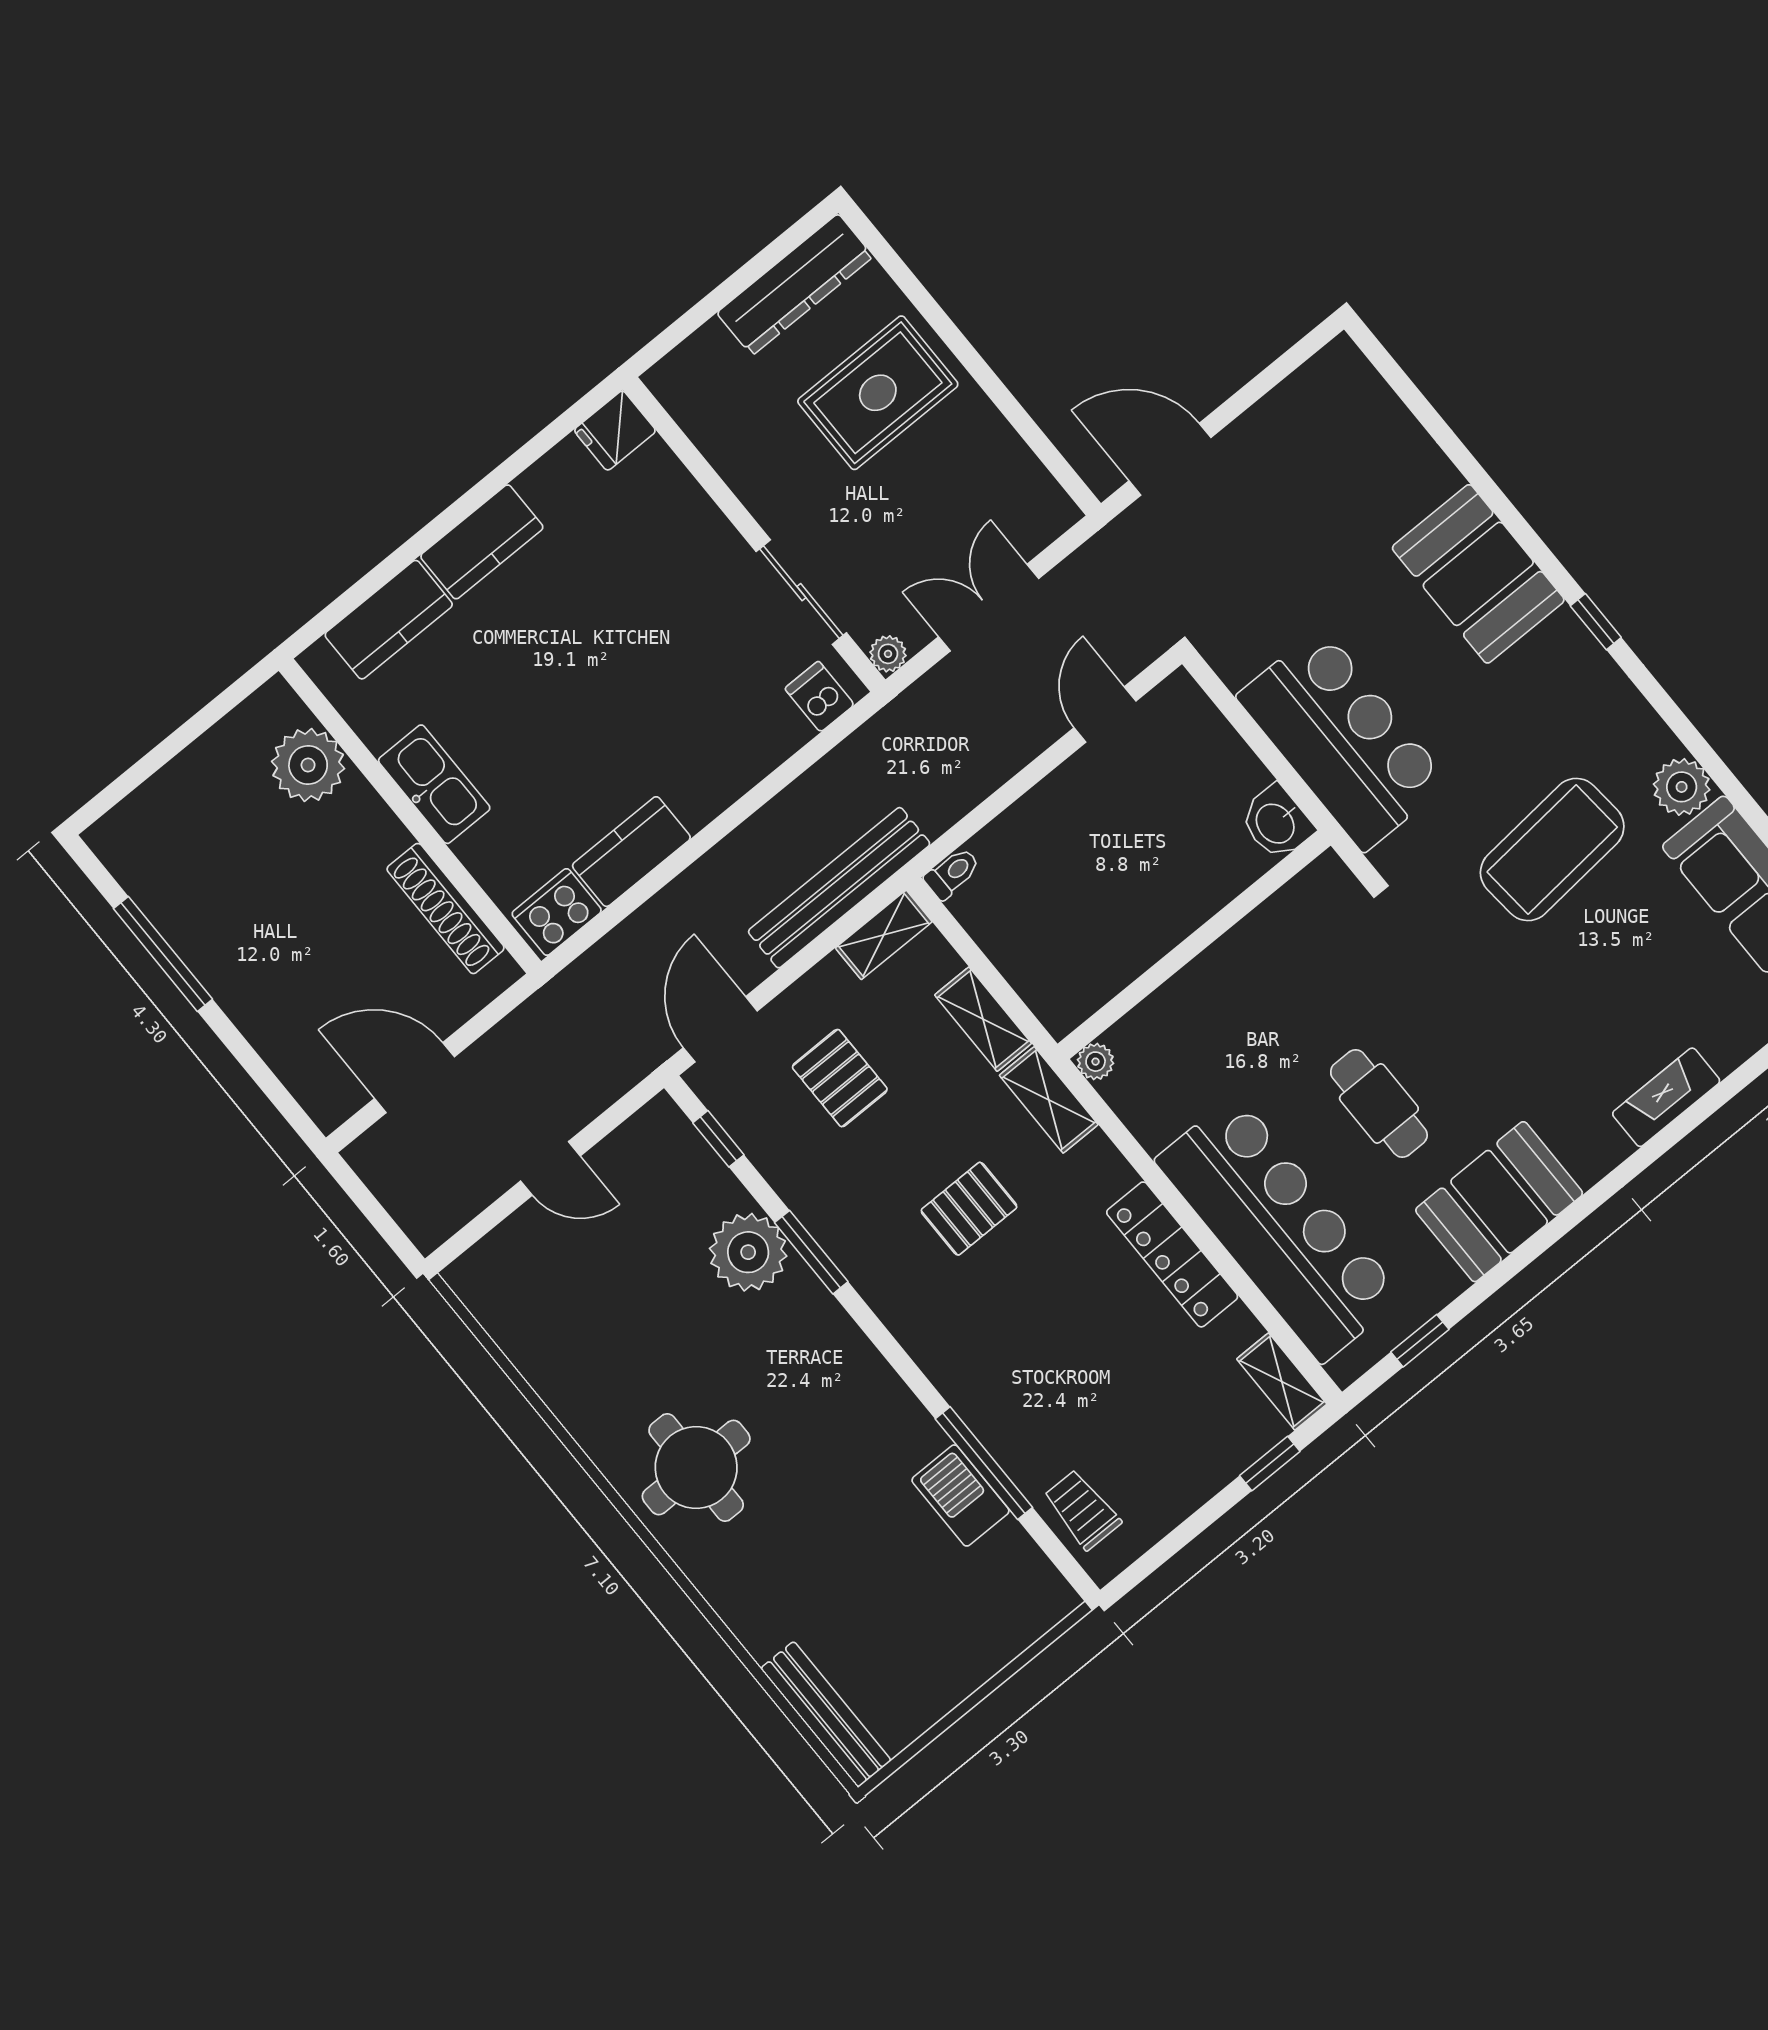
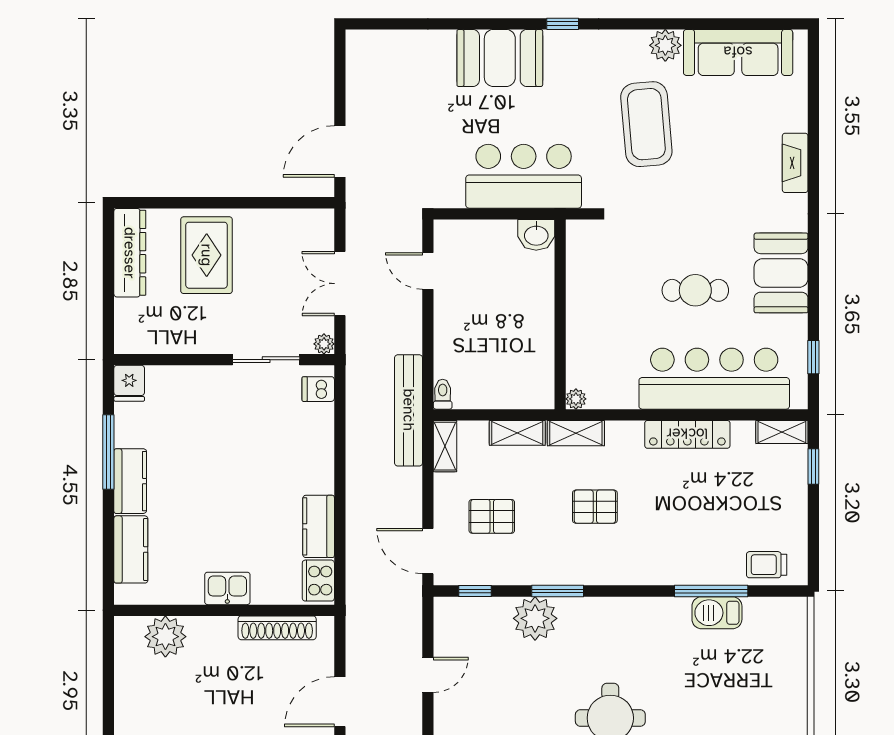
window: (497, 479) -> (108, 452), added
kitchen sink: (434, 784) -> (227, 588), width x0.73
bench: (839, 888) -> (409, 410), moved
pallet: (969, 1209) -> (595, 507), turned 90

